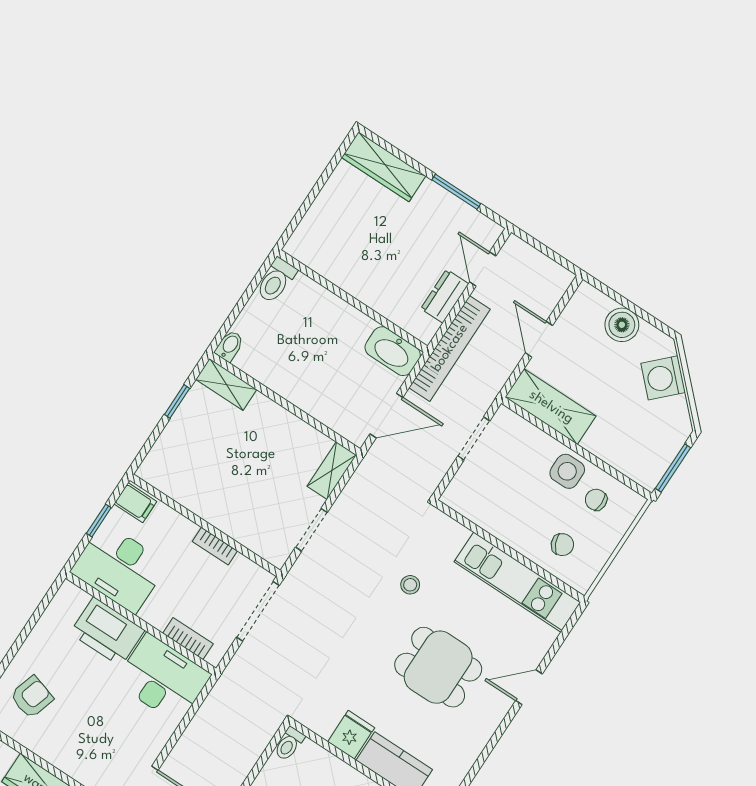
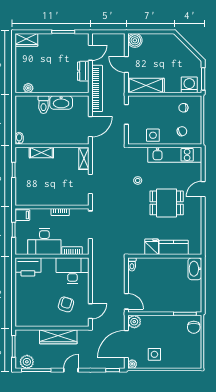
wardrobe: (384, 167) -> (26, 40), width x0.67
plant: (313, 258) -> (28, 88), added
door: (483, 269) -> (90, 53), swing flipped
toilet: (276, 281) -> (43, 105), moved
boiler: (622, 325) -> (135, 40), moved
washbasin: (393, 351) -> (61, 102), moved
washing machine: (663, 378) -> (189, 85), moved, turned 135
shelving: (226, 384) -> (41, 153), moved
side table: (567, 471) -> (153, 135), moved
desk: (119, 568) -> (44, 242), moved
printer: (107, 632) -> (28, 267), moved
armchair: (32, 697) -> (66, 304), moved

